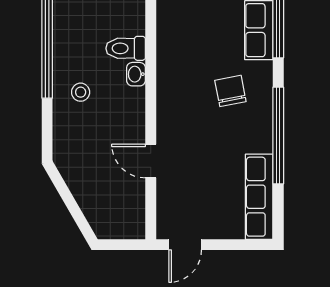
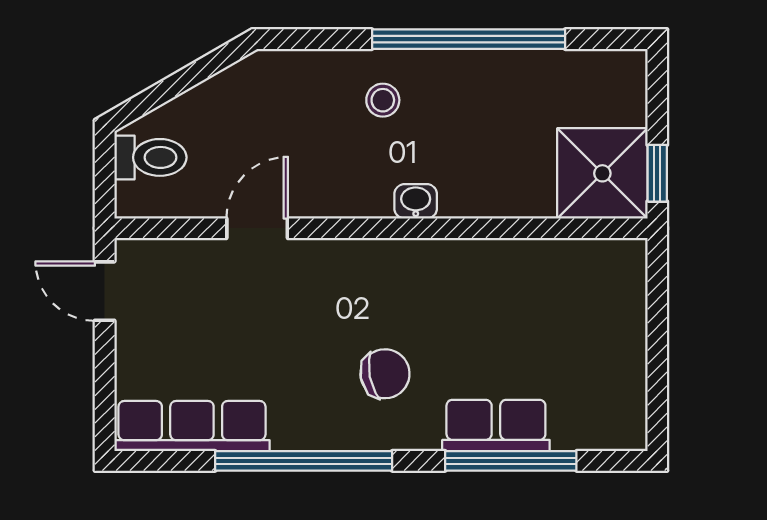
toilet: (126, 48) -> (150, 157), moved, turned 90

